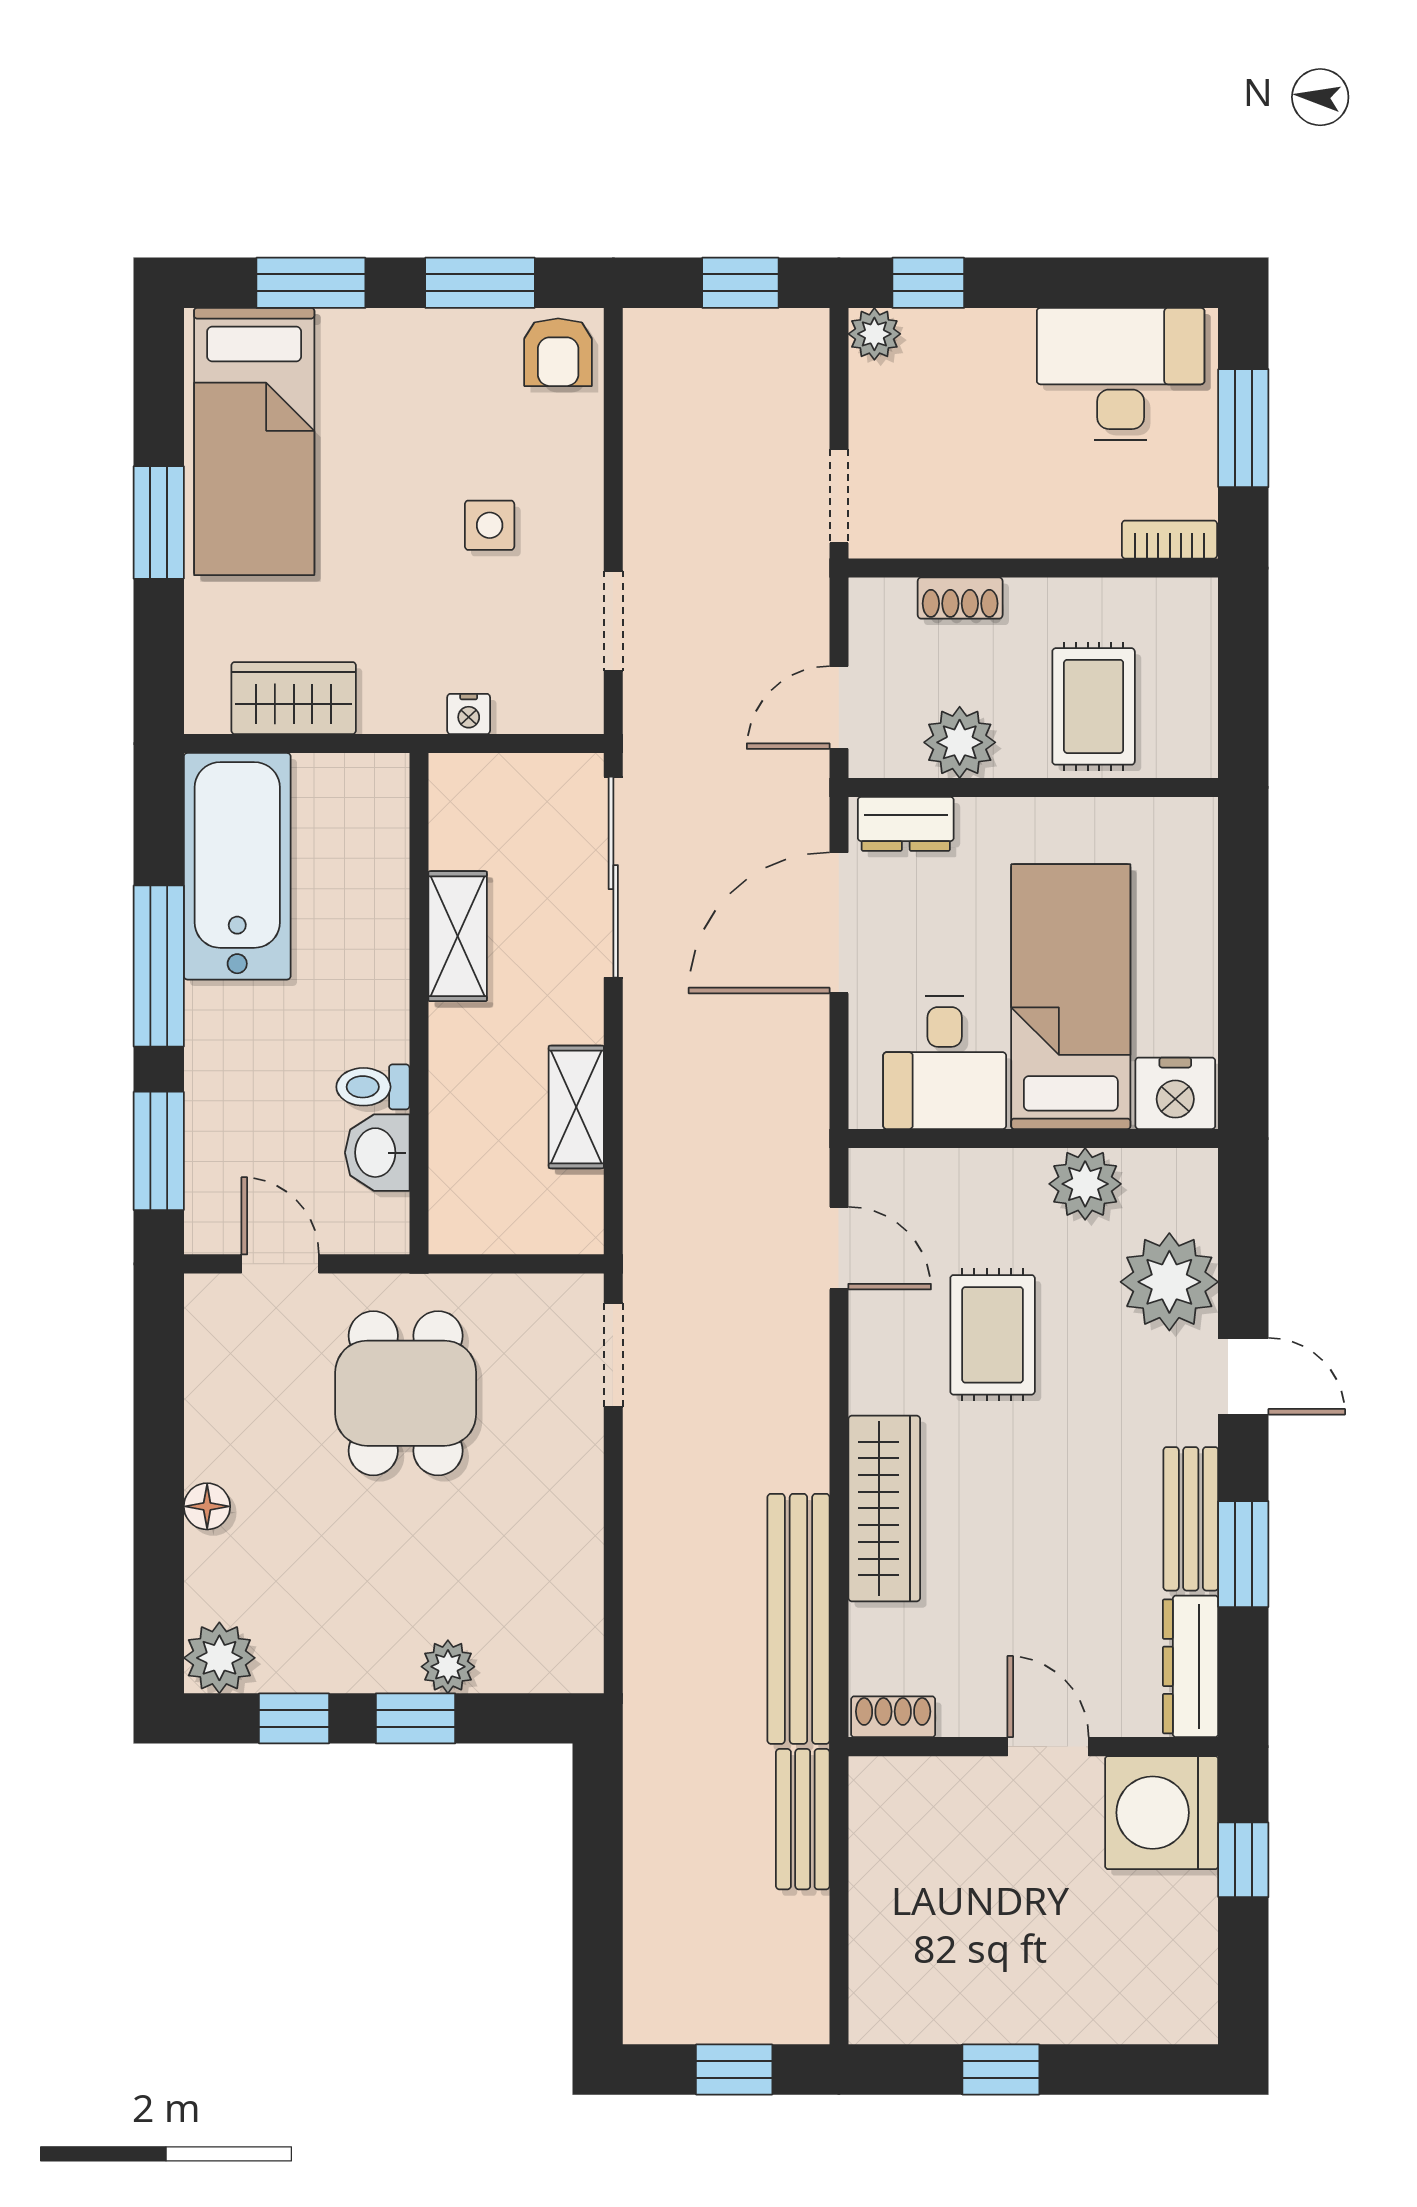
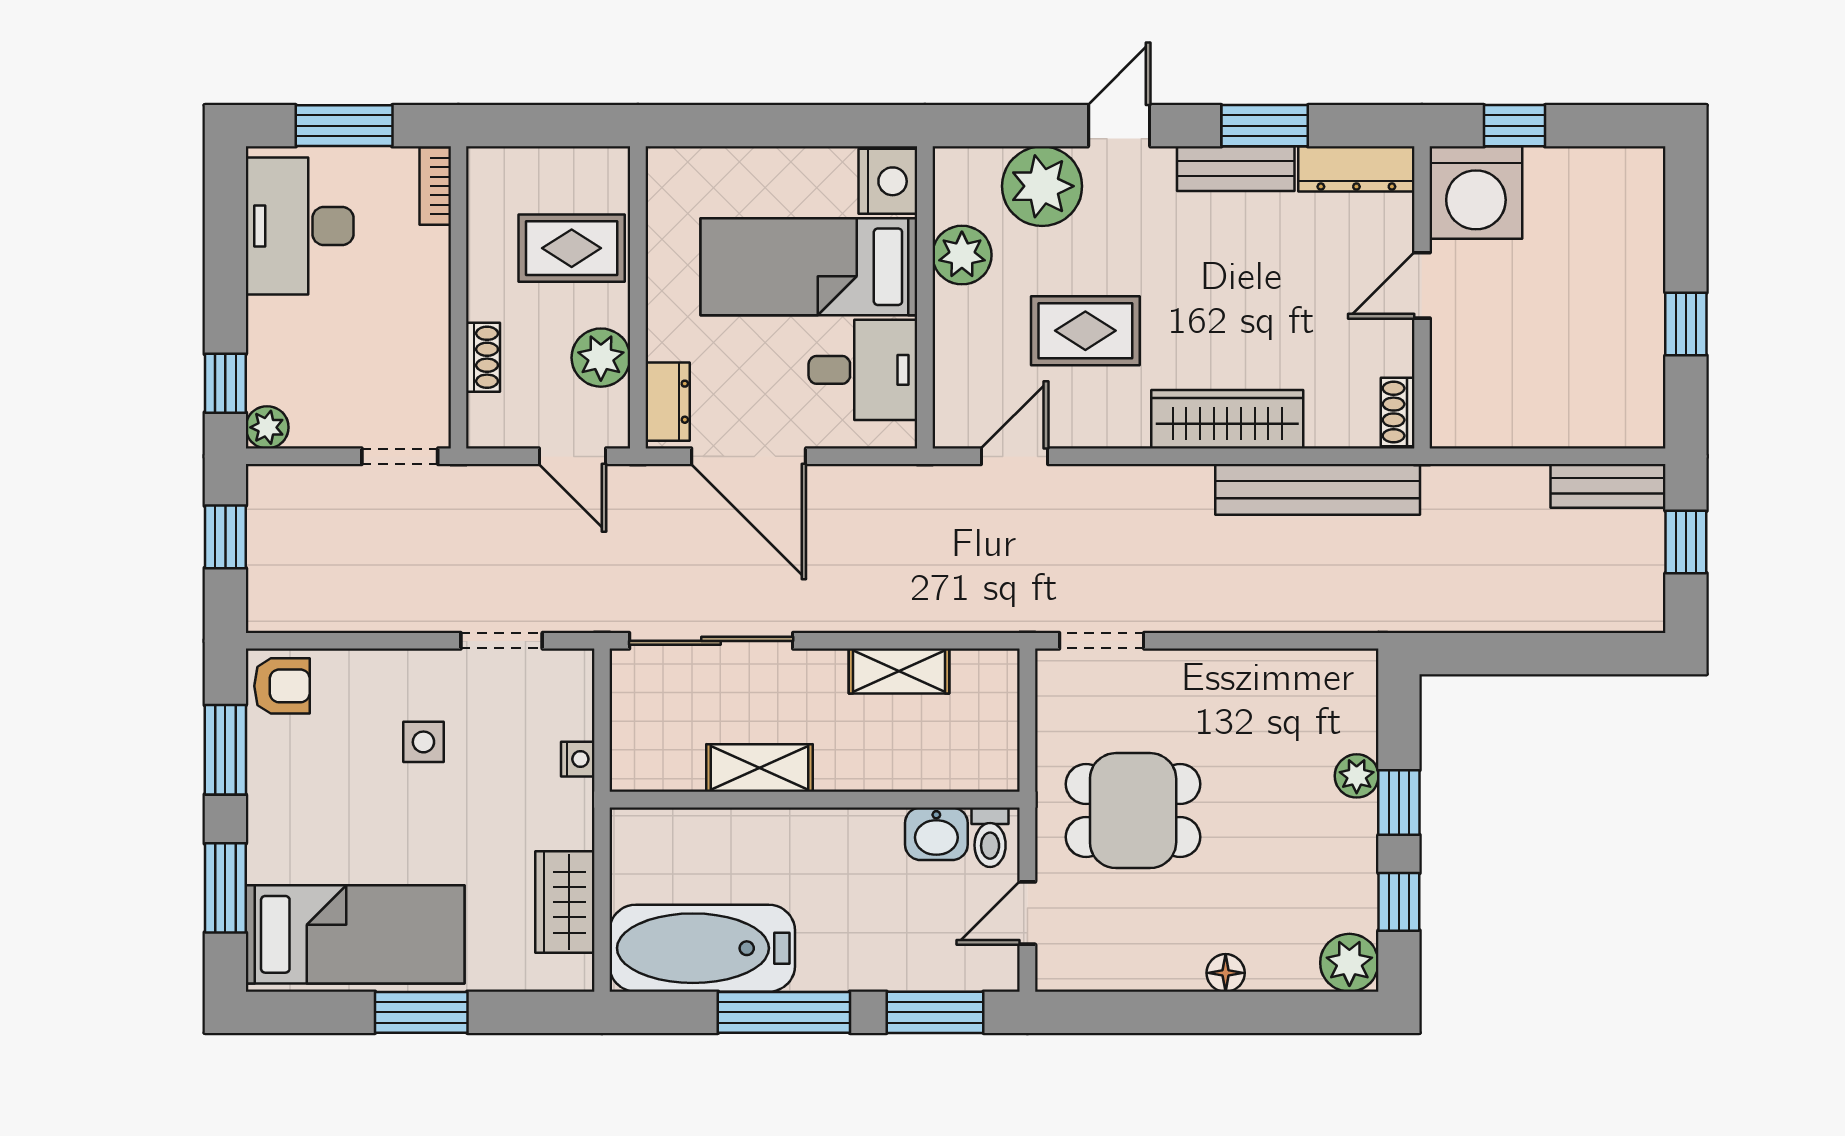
toilet: (373, 1087) -> (990, 837), moved
bench: (803, 1819) -> (1608, 486), moved

